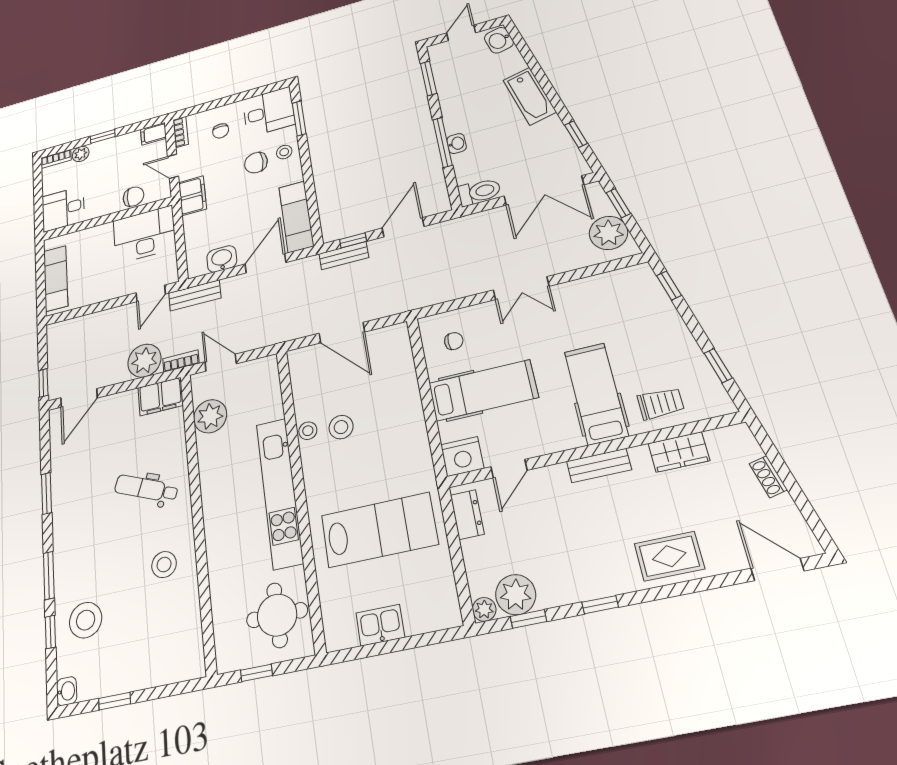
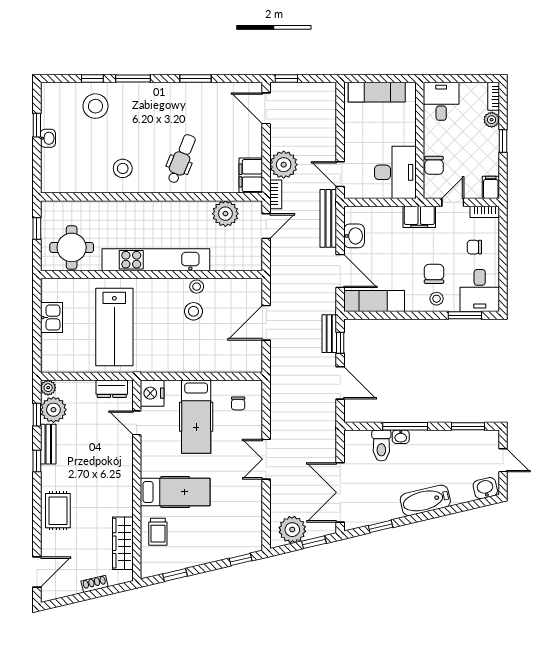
toilet: (479, 192) -> (381, 445), moved
bench: (195, 295) -> (328, 218), width x1.36
wardrobe: (679, 452) -> (123, 543), width x1.50
bench: (599, 466) -> (48, 444), moved
washbasin: (67, 691) -> (48, 138), moved, turned -90

